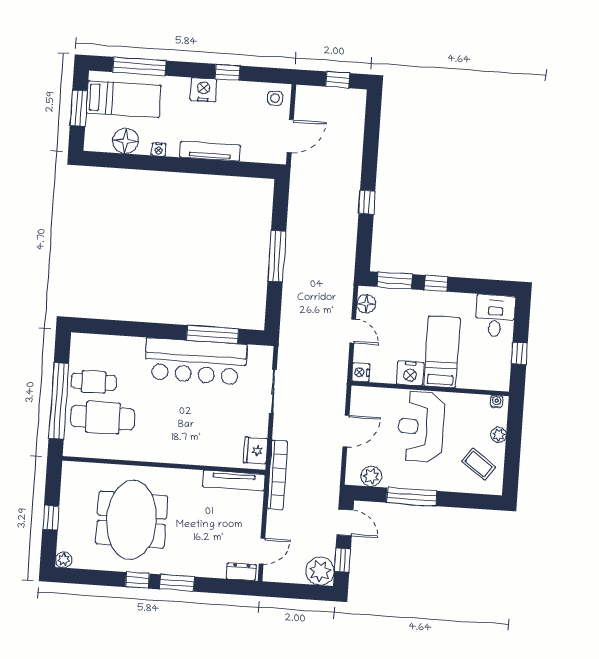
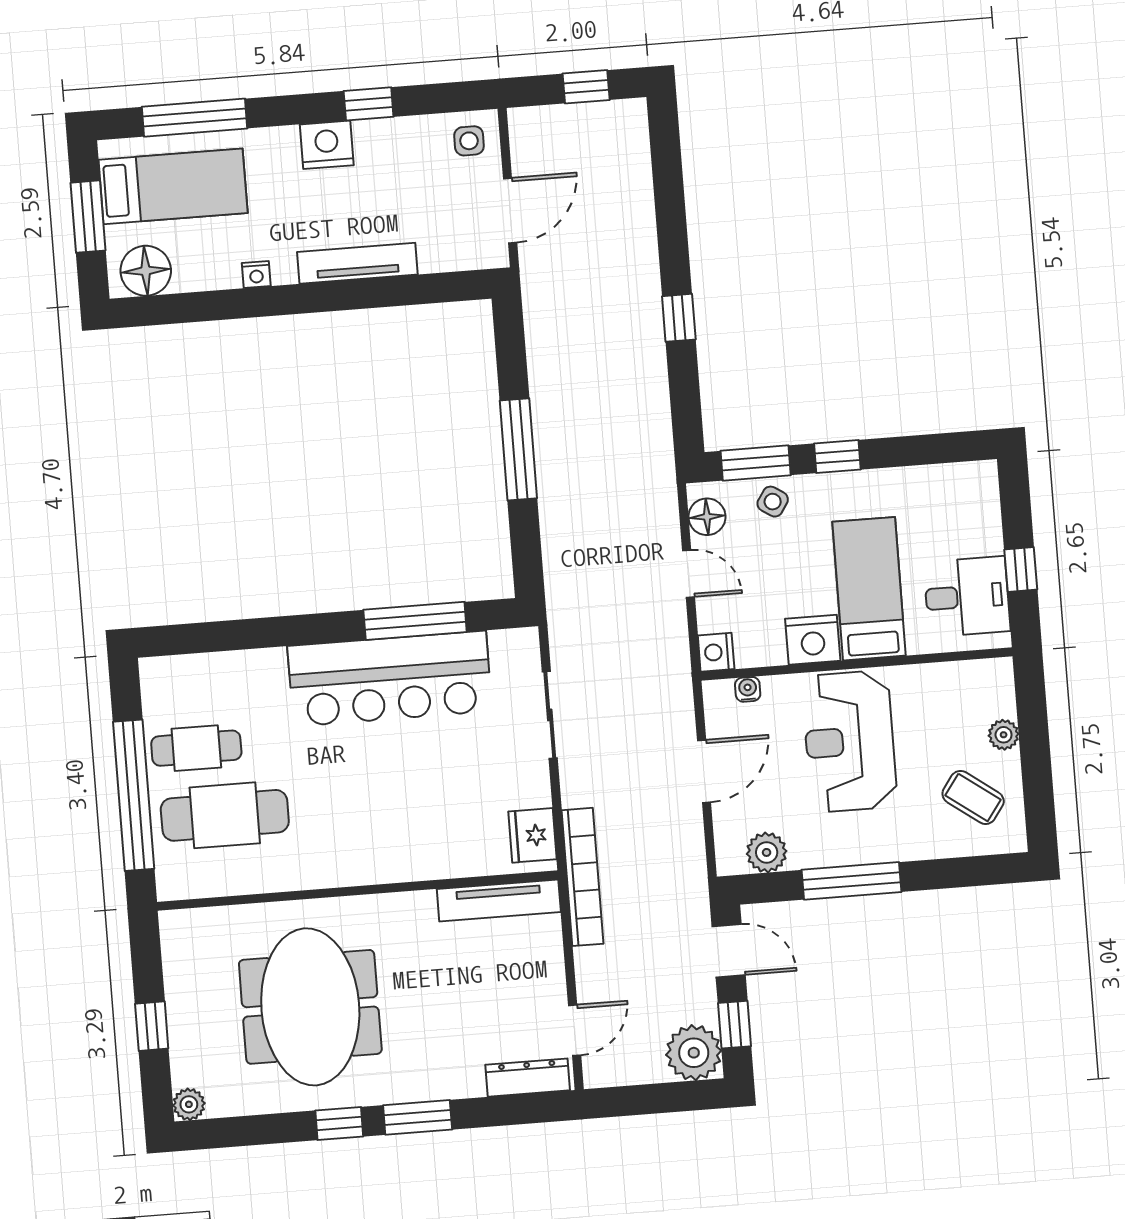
floor lamp: (125, 141) -> (146, 271), moved
side table: (400, 301) -> (773, 502), added
desk: (495, 316) -> (967, 597), moved, turned 90
water cooler: (497, 402) -> (748, 689), moved
dresser: (241, 572) -> (528, 1078), width x1.44

